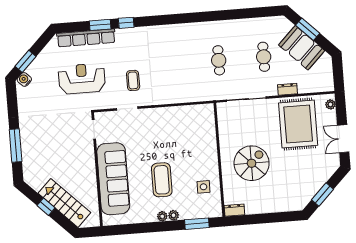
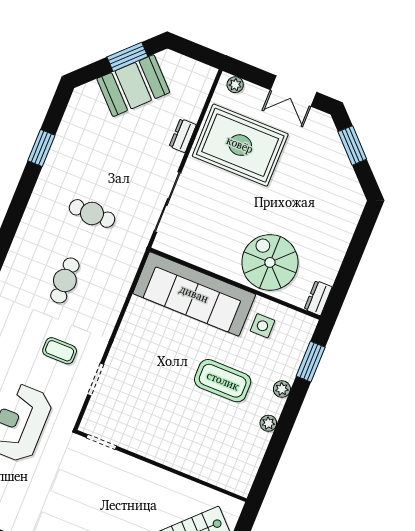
window: (241, 14) -> (41, 148), added
window: (308, 29) -> (127, 57), moved
cafe table: (264, 57) -> (65, 280), moved, turned 90
spiral stairs: (252, 163) -> (270, 262), moved
sofa: (113, 179) -> (194, 294), moved, turned 180
window: (323, 195) -> (352, 145), moved
plant: (162, 216) -> (268, 423), moved

